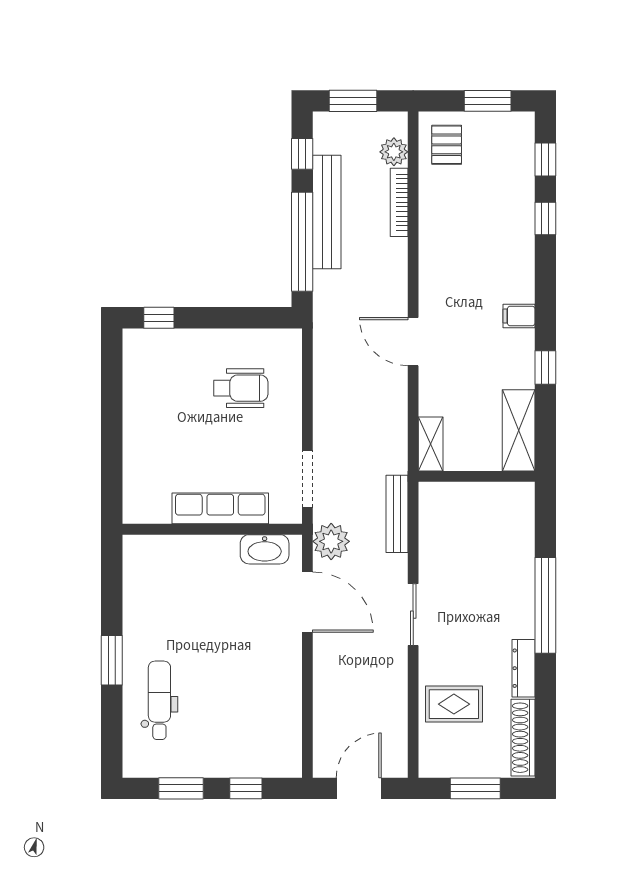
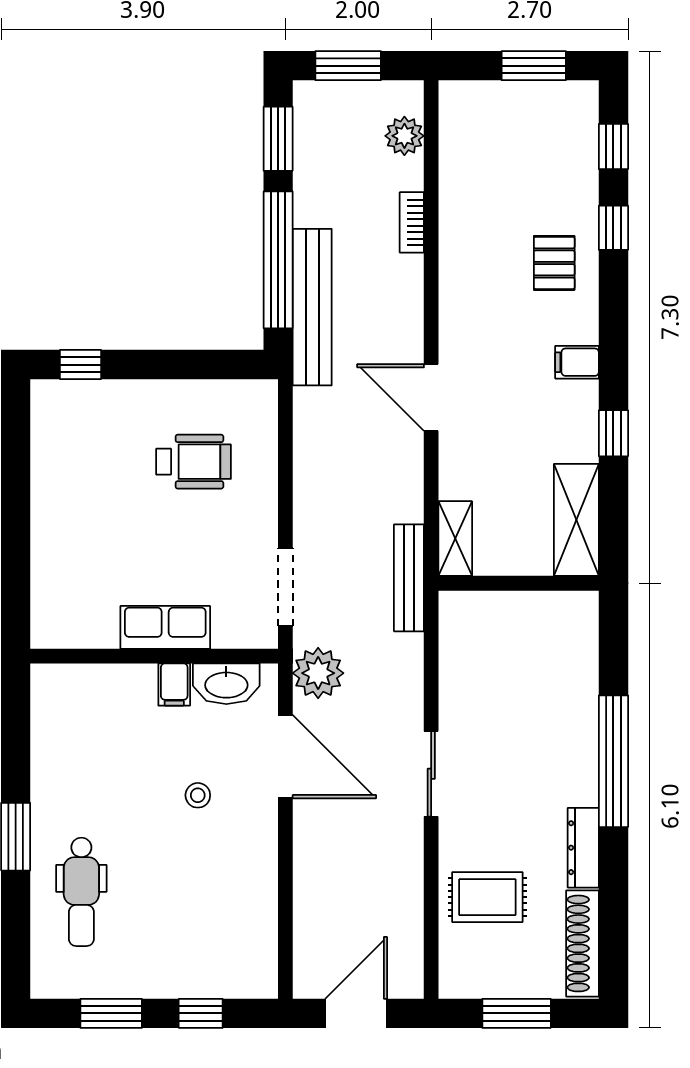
pallet: (447, 145) -> (554, 263), moved
window: (302, 154) -> (278, 139), width x1.50
bookcase: (399, 202) -> (412, 222), width x0.64
bench: (327, 212) -> (312, 307), moved
row of seats: (220, 508) -> (165, 627), width x0.68
bench: (397, 514) -> (409, 578), moved
filing cabinet: (227, 550) -> (174, 685), added
stool: (244, 630) -> (198, 795), added
dental chair: (159, 700) -> (81, 892), turned 180

